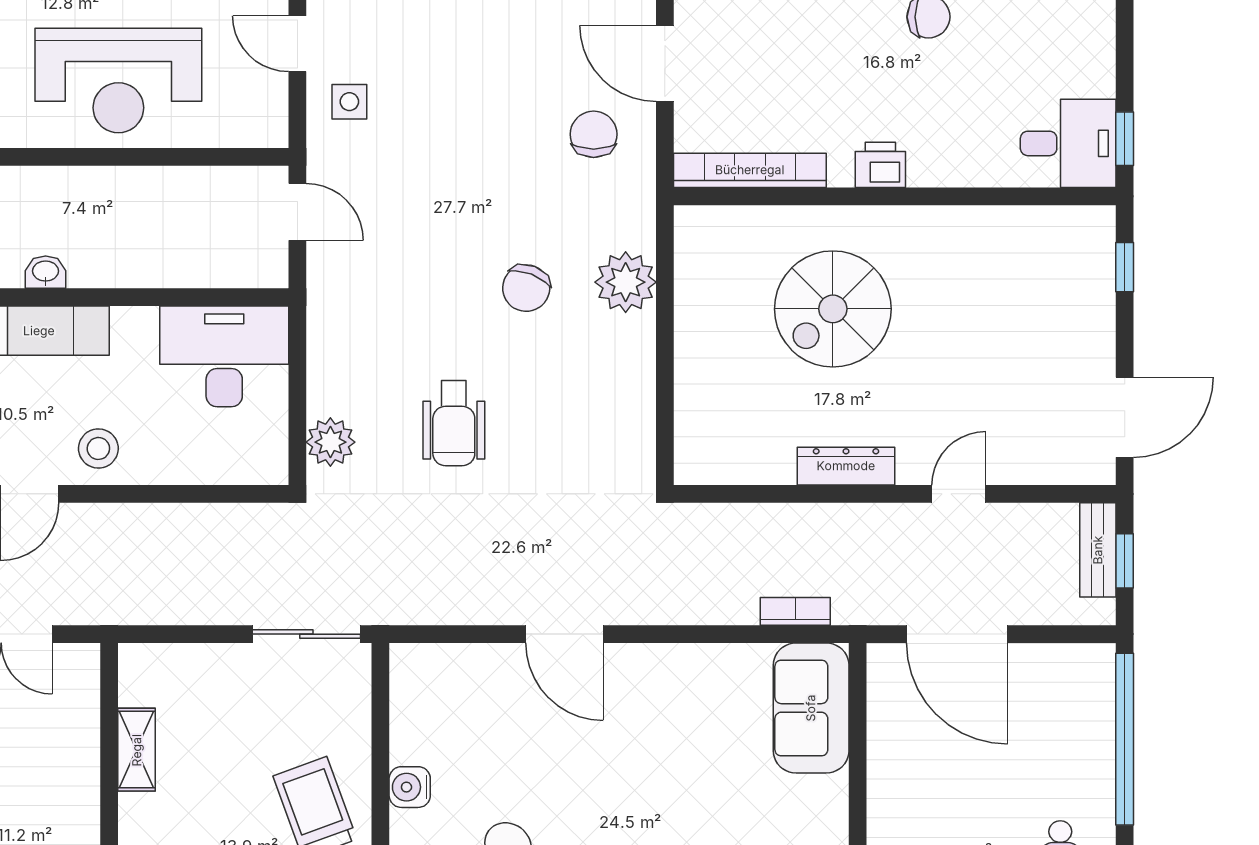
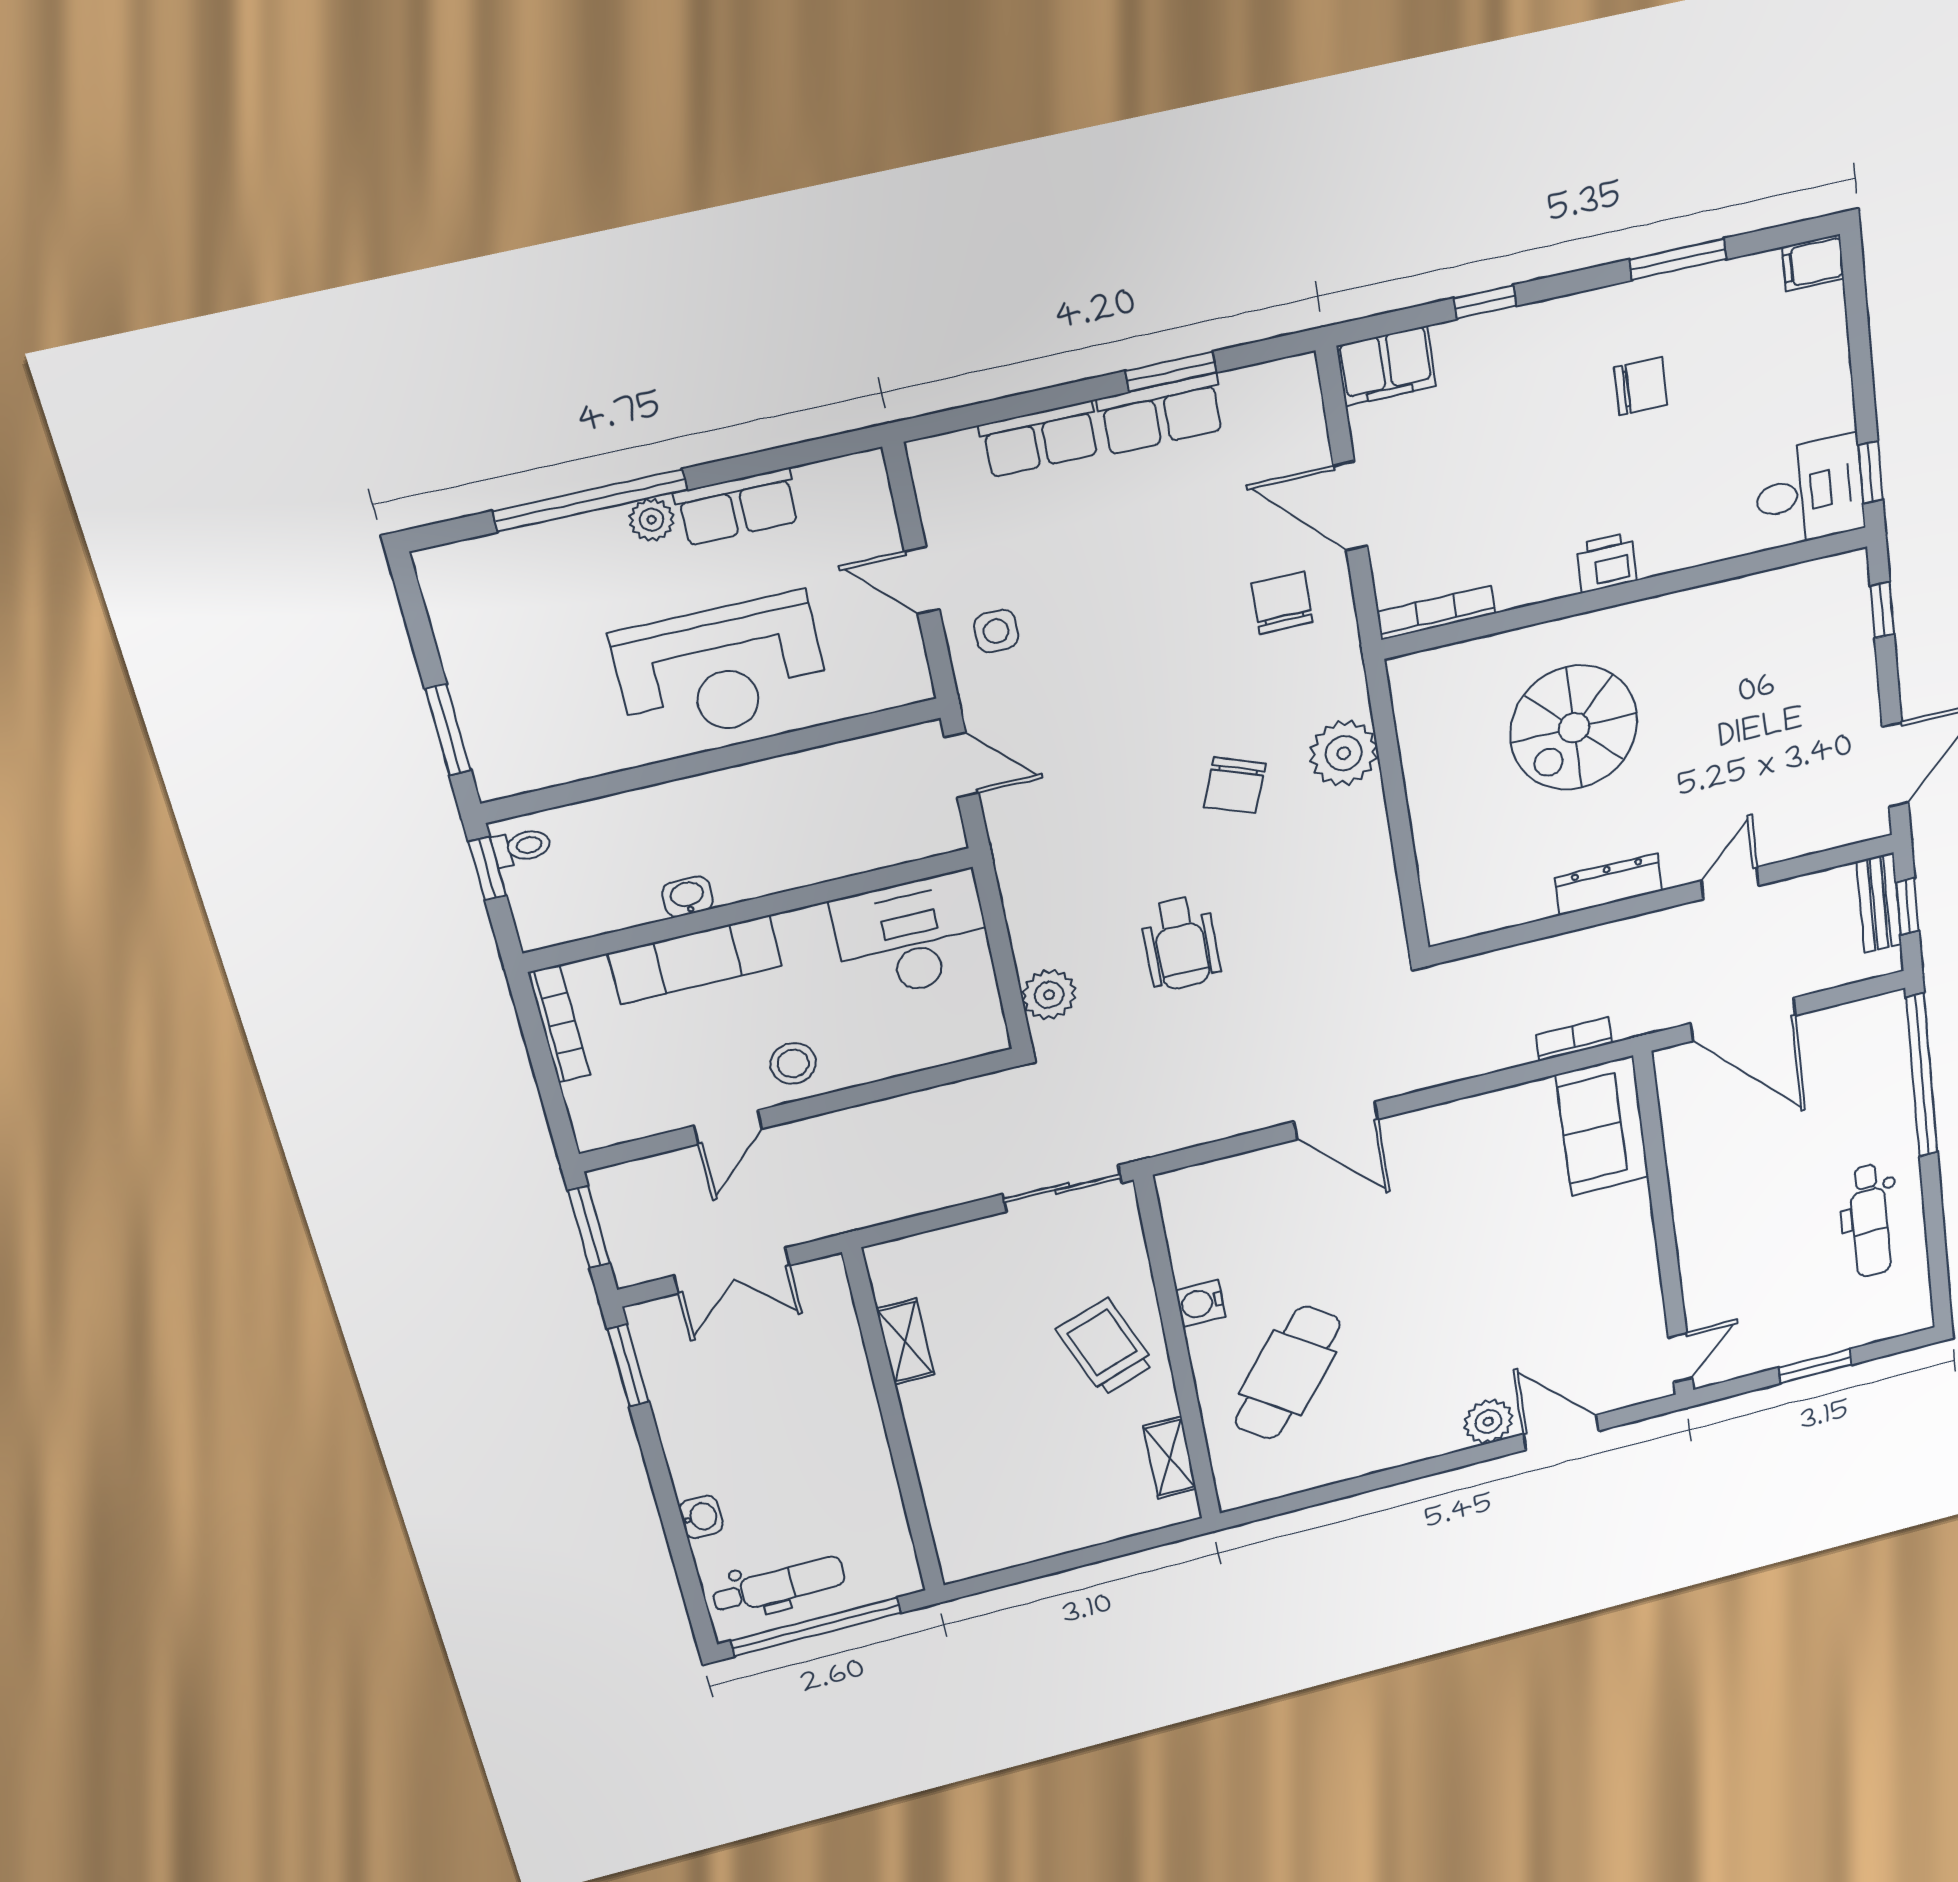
bookcase: (750, 170) -> (1436, 613), width x0.68, depth x0.76

